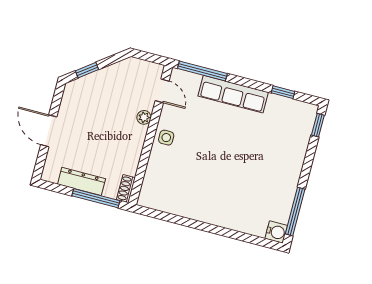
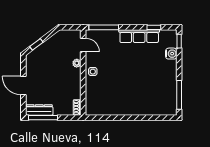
row of seats: (233, 94) -> (139, 36), moved
dresser: (82, 181) -> (39, 110), moved
window: (96, 198) -> (43, 118), moved
water cooler: (276, 232) -> (171, 54), moved

